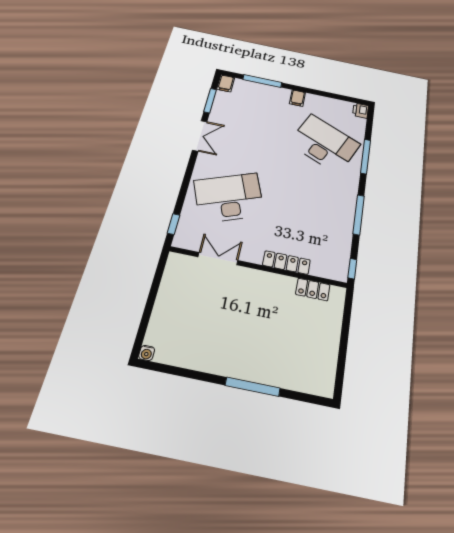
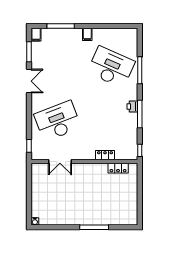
printer: (361, 111) -> (132, 107), moved
double door: (218, 259) -> (60, 161), swing flipped
locker: (286, 263) -> (105, 155), width x0.66

